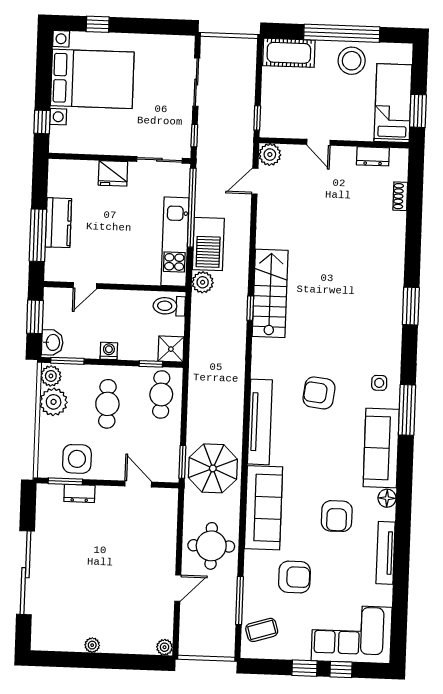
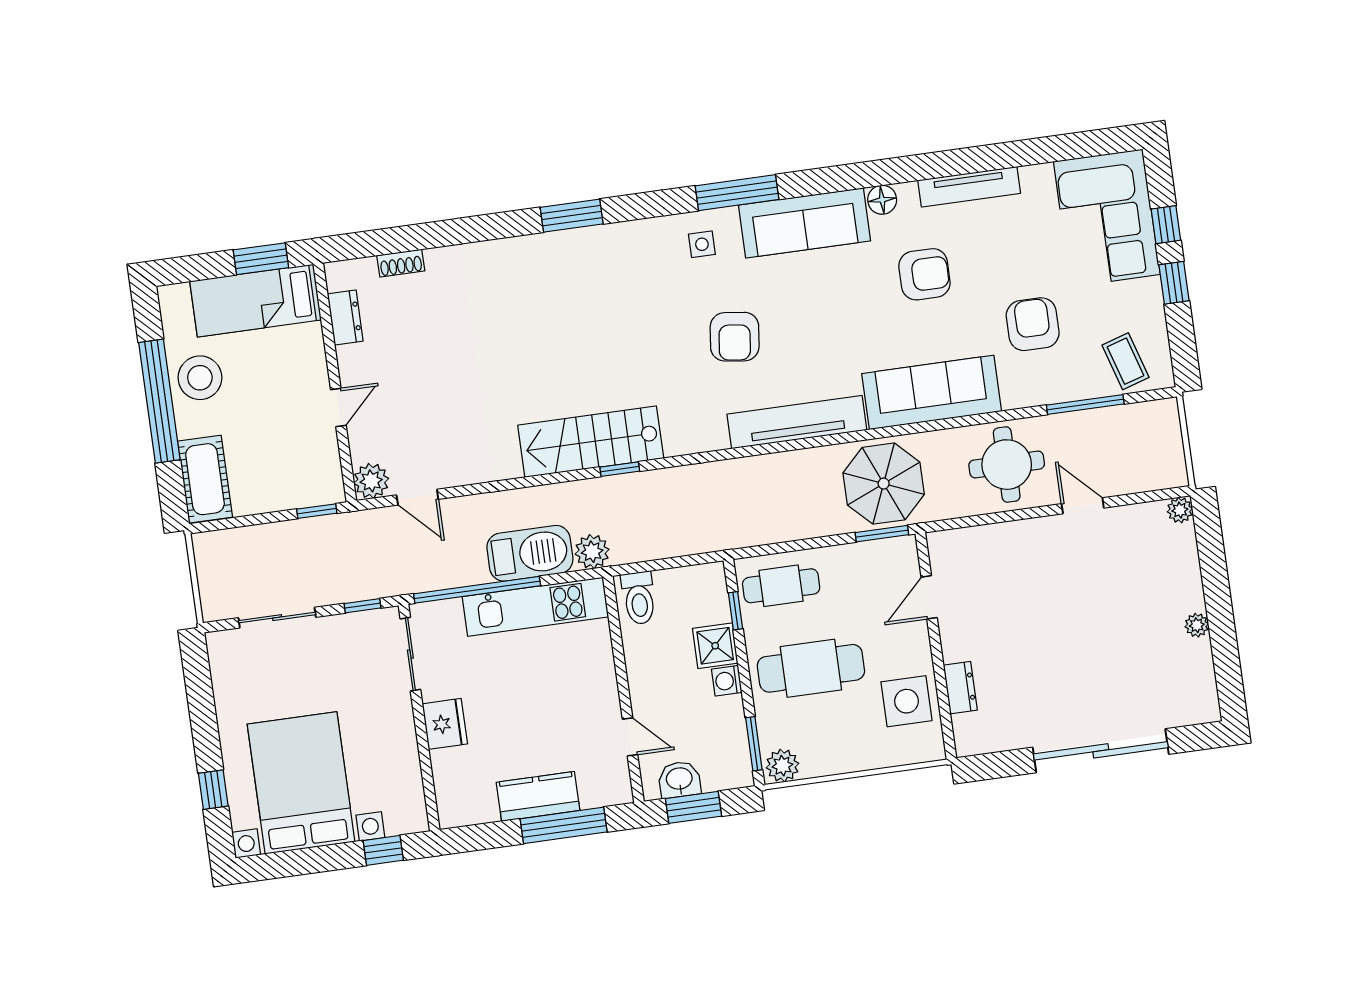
washbasin: (52, 342) -> (679, 779), moved
shower: (171, 349) -> (715, 646), moved
plant: (54, 402) -> (823, 754), removed
cafe table: (107, 404) -> (811, 668), width x1.37, depth x1.35
window: (65, 481) -> (945, 713), removed

